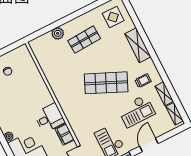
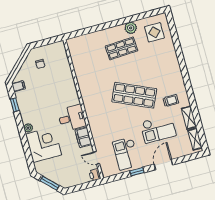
plant: (58, 33) -> (131, 28), moved
shelving: (138, 45) -> (173, 65), removed

